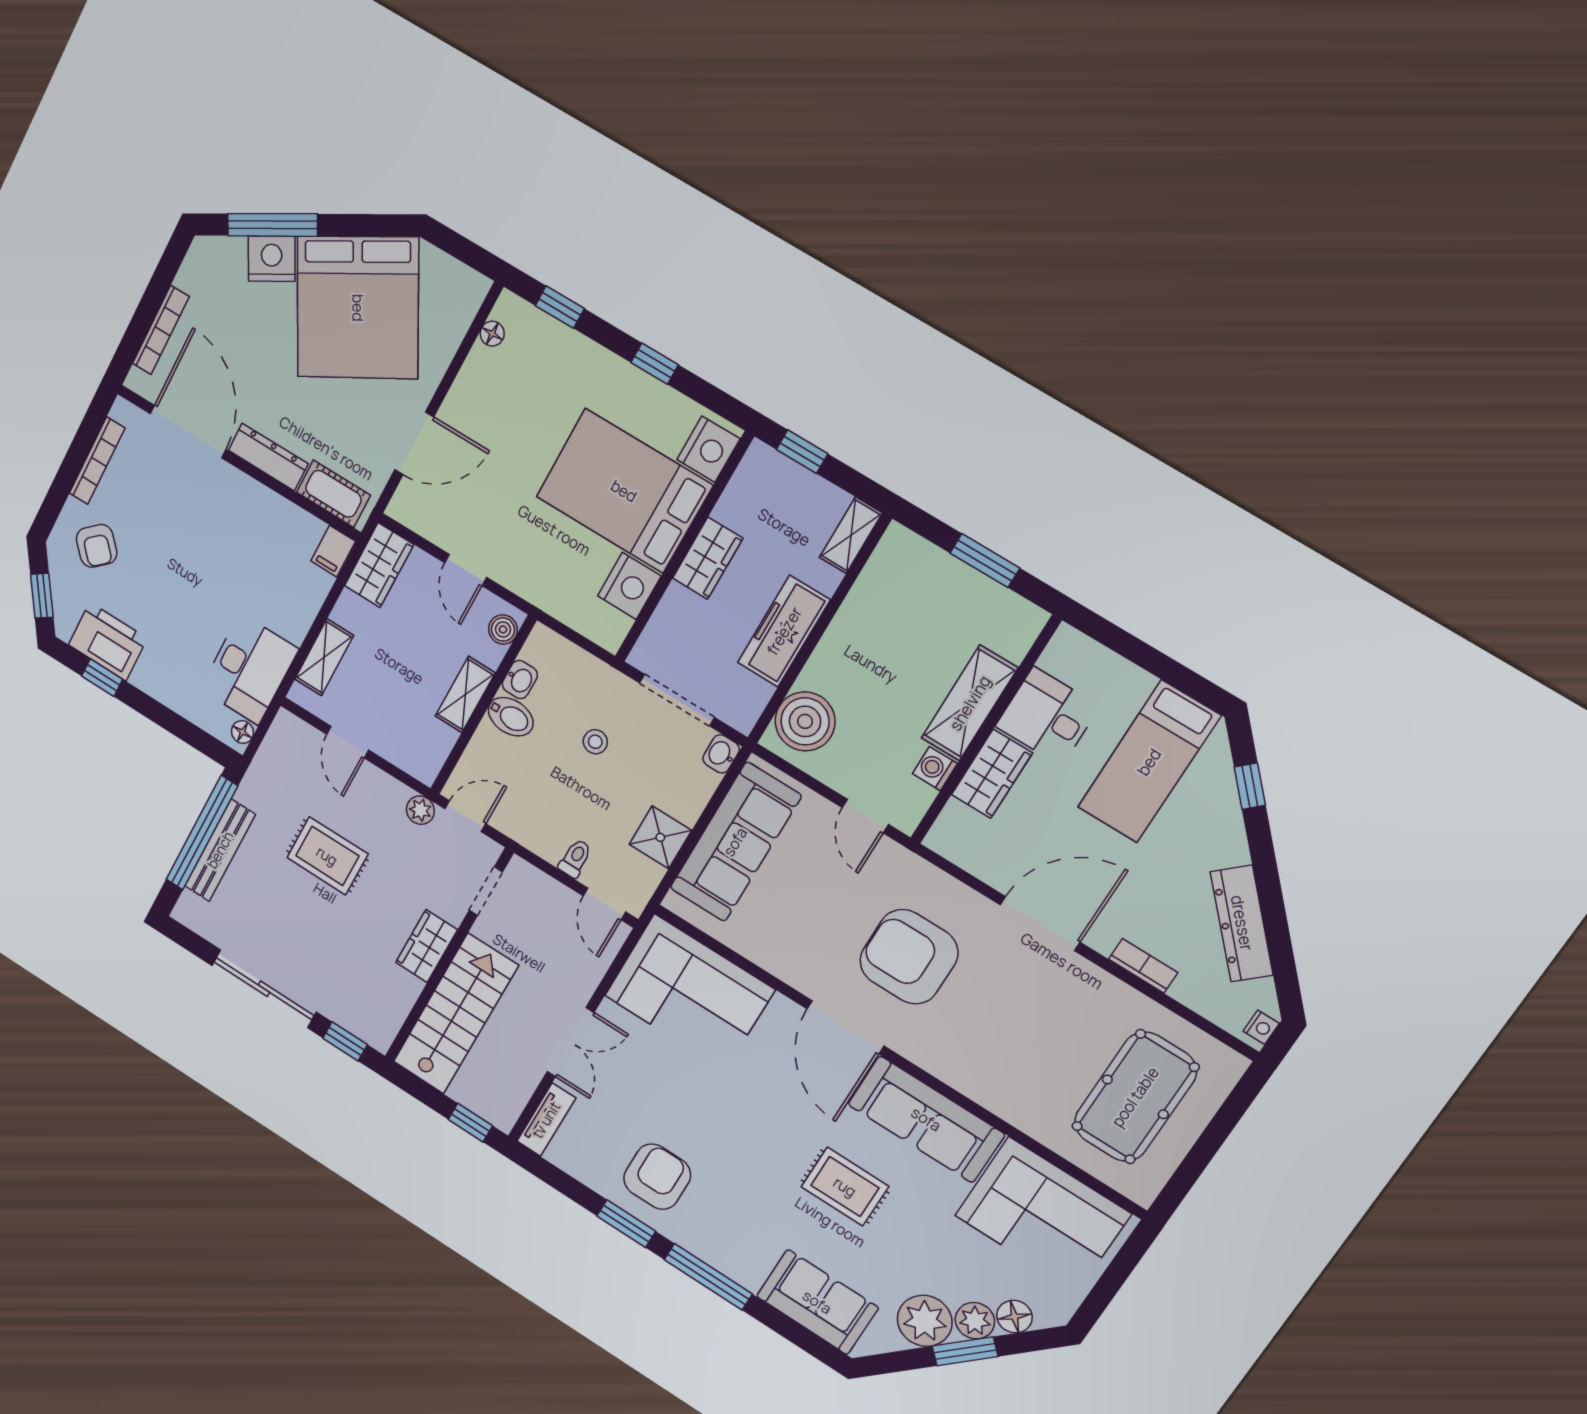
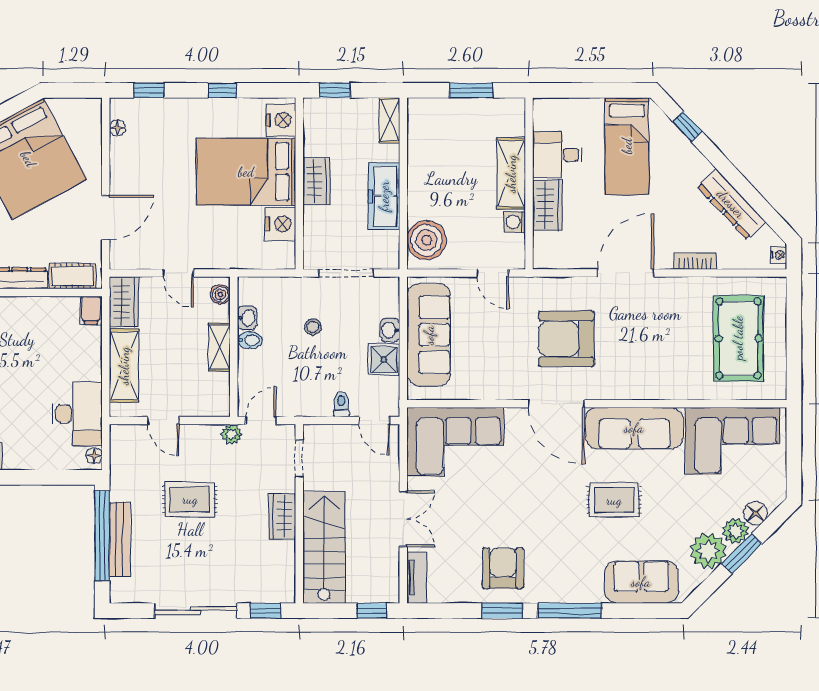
shelving: (324, 657) -> (124, 366), width x1.50, depth x1.33
bidet: (511, 717) -> (250, 340), width x0.72, depth x0.74
washbasin: (721, 754) -> (390, 330), moved

